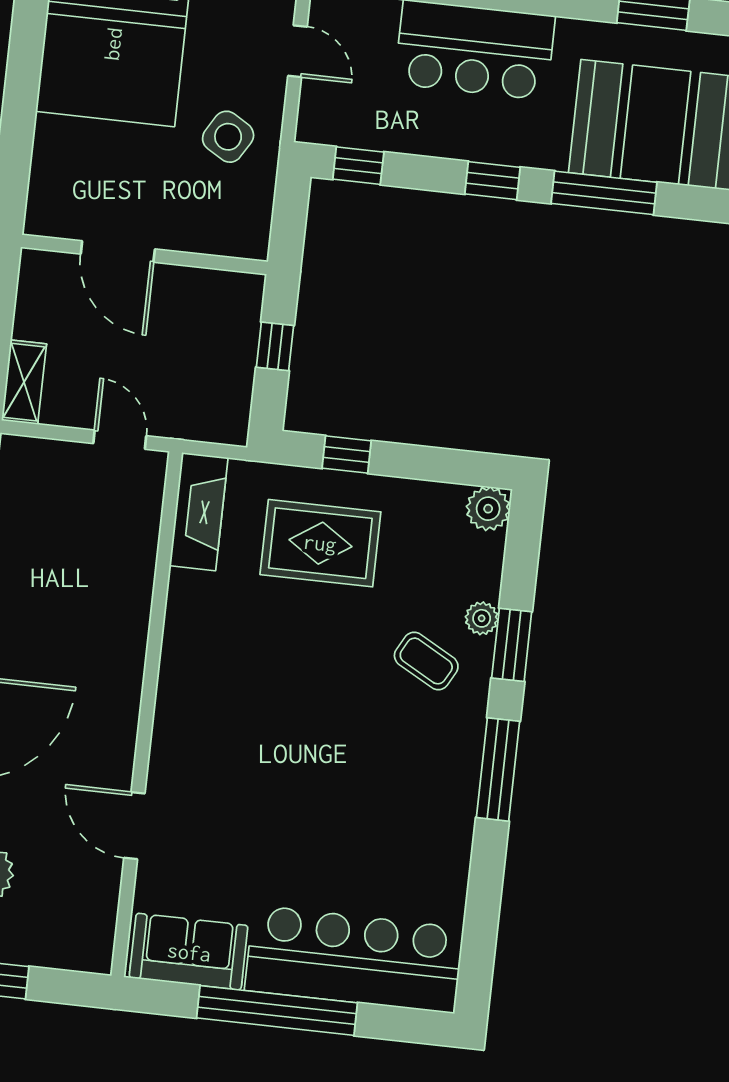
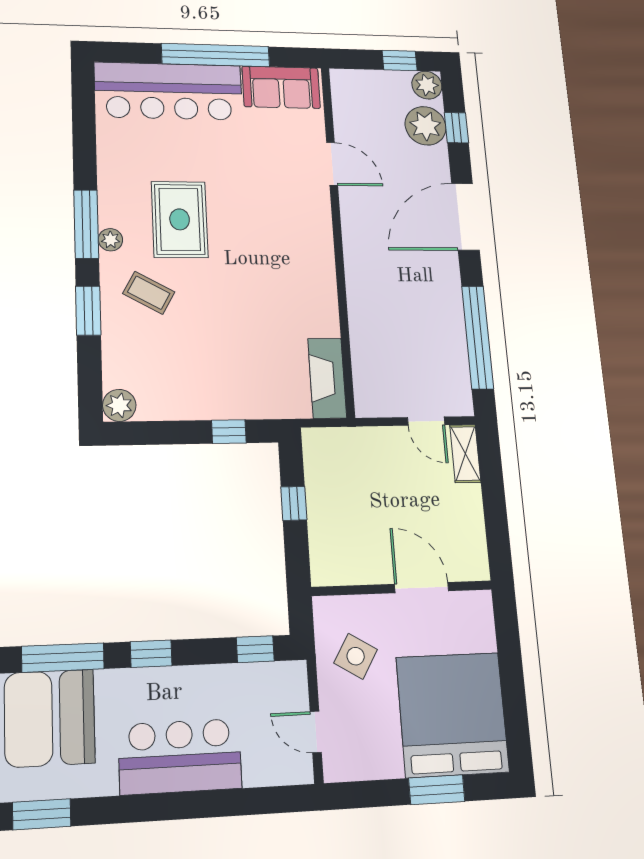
door: (118, 251) -> (422, 588), moved
wall: (144, 254) -> (402, 588), moved
door: (120, 440) -> (426, 421), moved
rug: (320, 543) -> (180, 219), moved, turned 90
plant: (482, 618) -> (110, 240), moved

